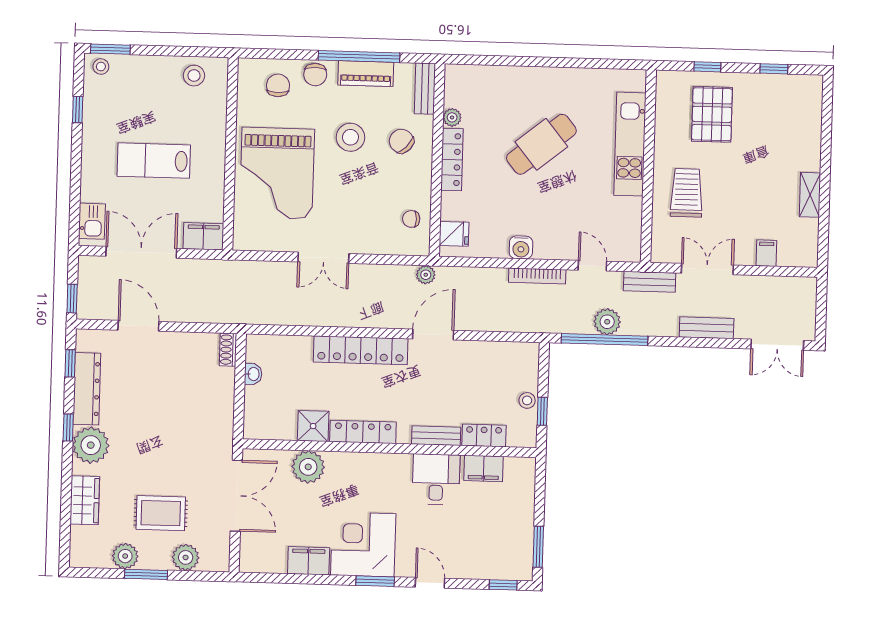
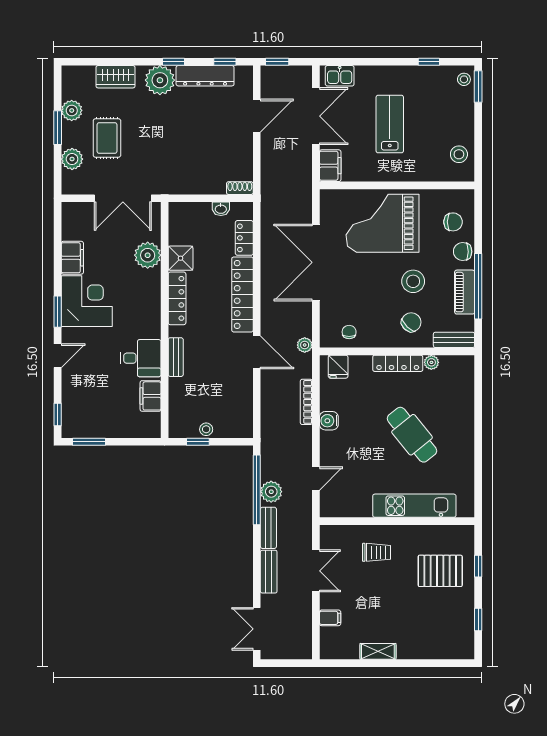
trolley: (687, 193) -> (377, 552), width x0.73, depth x0.72
double door: (323, 258) -> (316, 262), width x1.87
bookcase: (537, 276) -> (306, 402), moved
bench: (650, 282) -> (268, 528), moved
locker: (484, 435) -> (244, 238), moved, turned 180

